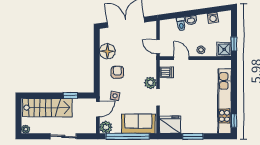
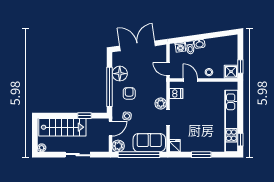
washing machine: (213, 18) -> (180, 47), moved
window: (97, 65) -> (110, 87), added
fridge: (170, 125) -> (175, 146), width x0.53, depth x0.75

